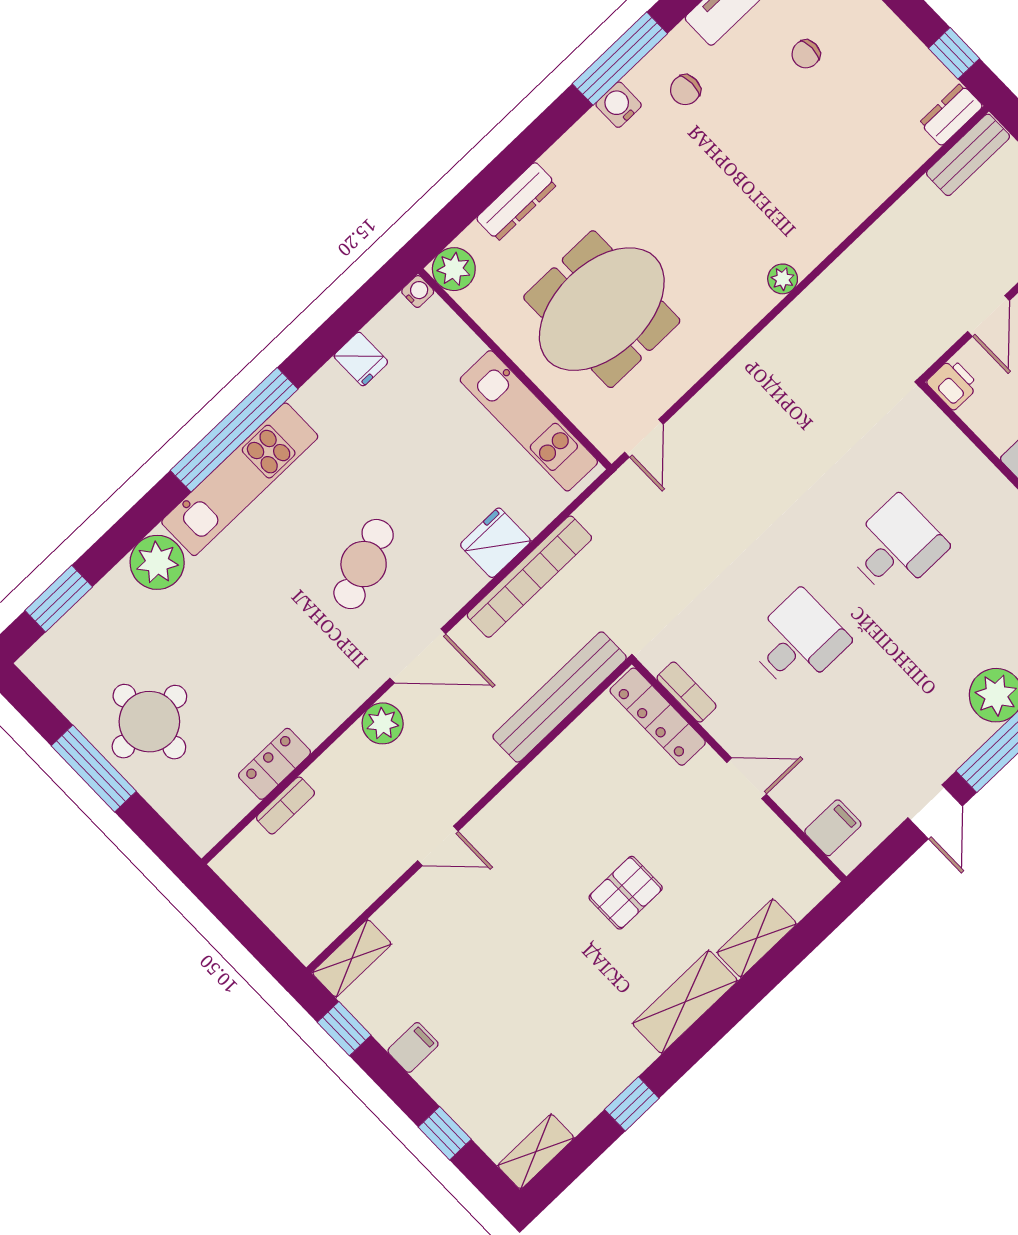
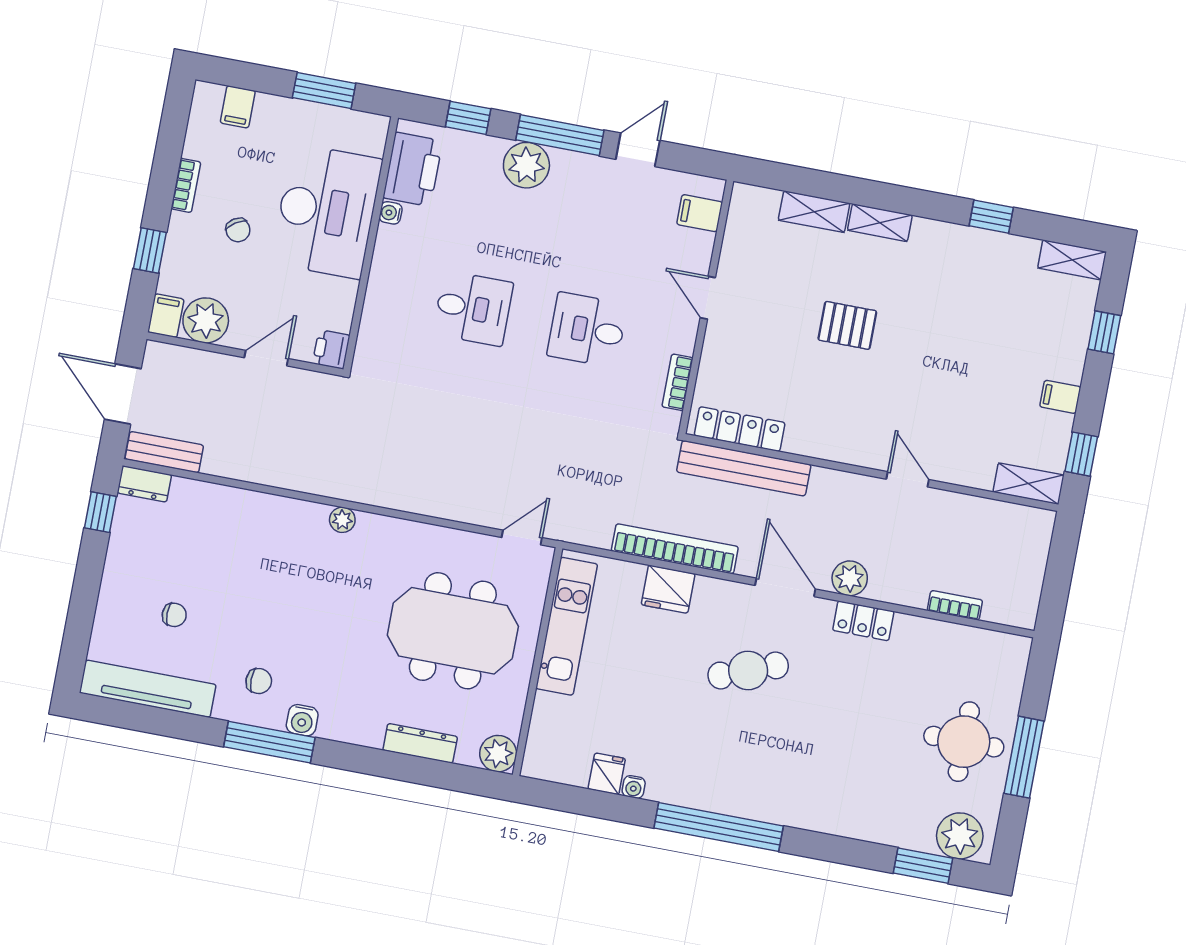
water cooler: (418, 291) -> (634, 787), moved, turned -90
kitchen unit: (240, 479) -> (750, 799), removed
desk: (896, 547) -> (473, 308), turned 180
plant: (157, 562) -> (960, 836), moved
locker: (658, 717) -> (740, 429), moved, turned -90
locker: (274, 764) -> (863, 621), moved
shelving: (685, 1002) -> (880, 223), width x0.67, depth x0.75

